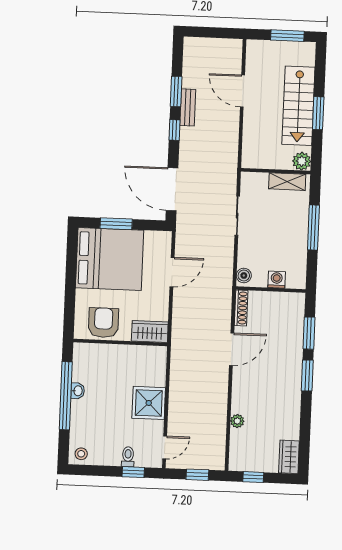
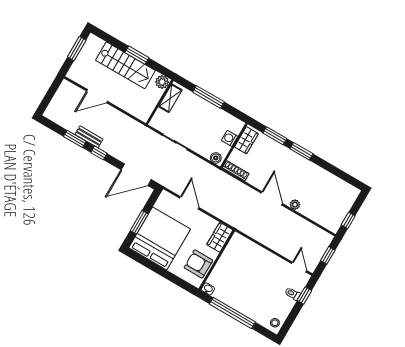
door: (232, 349) -> (272, 198), moved
washbasin: (78, 391) -> (208, 289), moved
shower: (149, 403) -> (265, 262), removed
plant: (237, 421) -> (295, 205), moved
wardrobe: (289, 457) -> (246, 140), moved, turned -90

